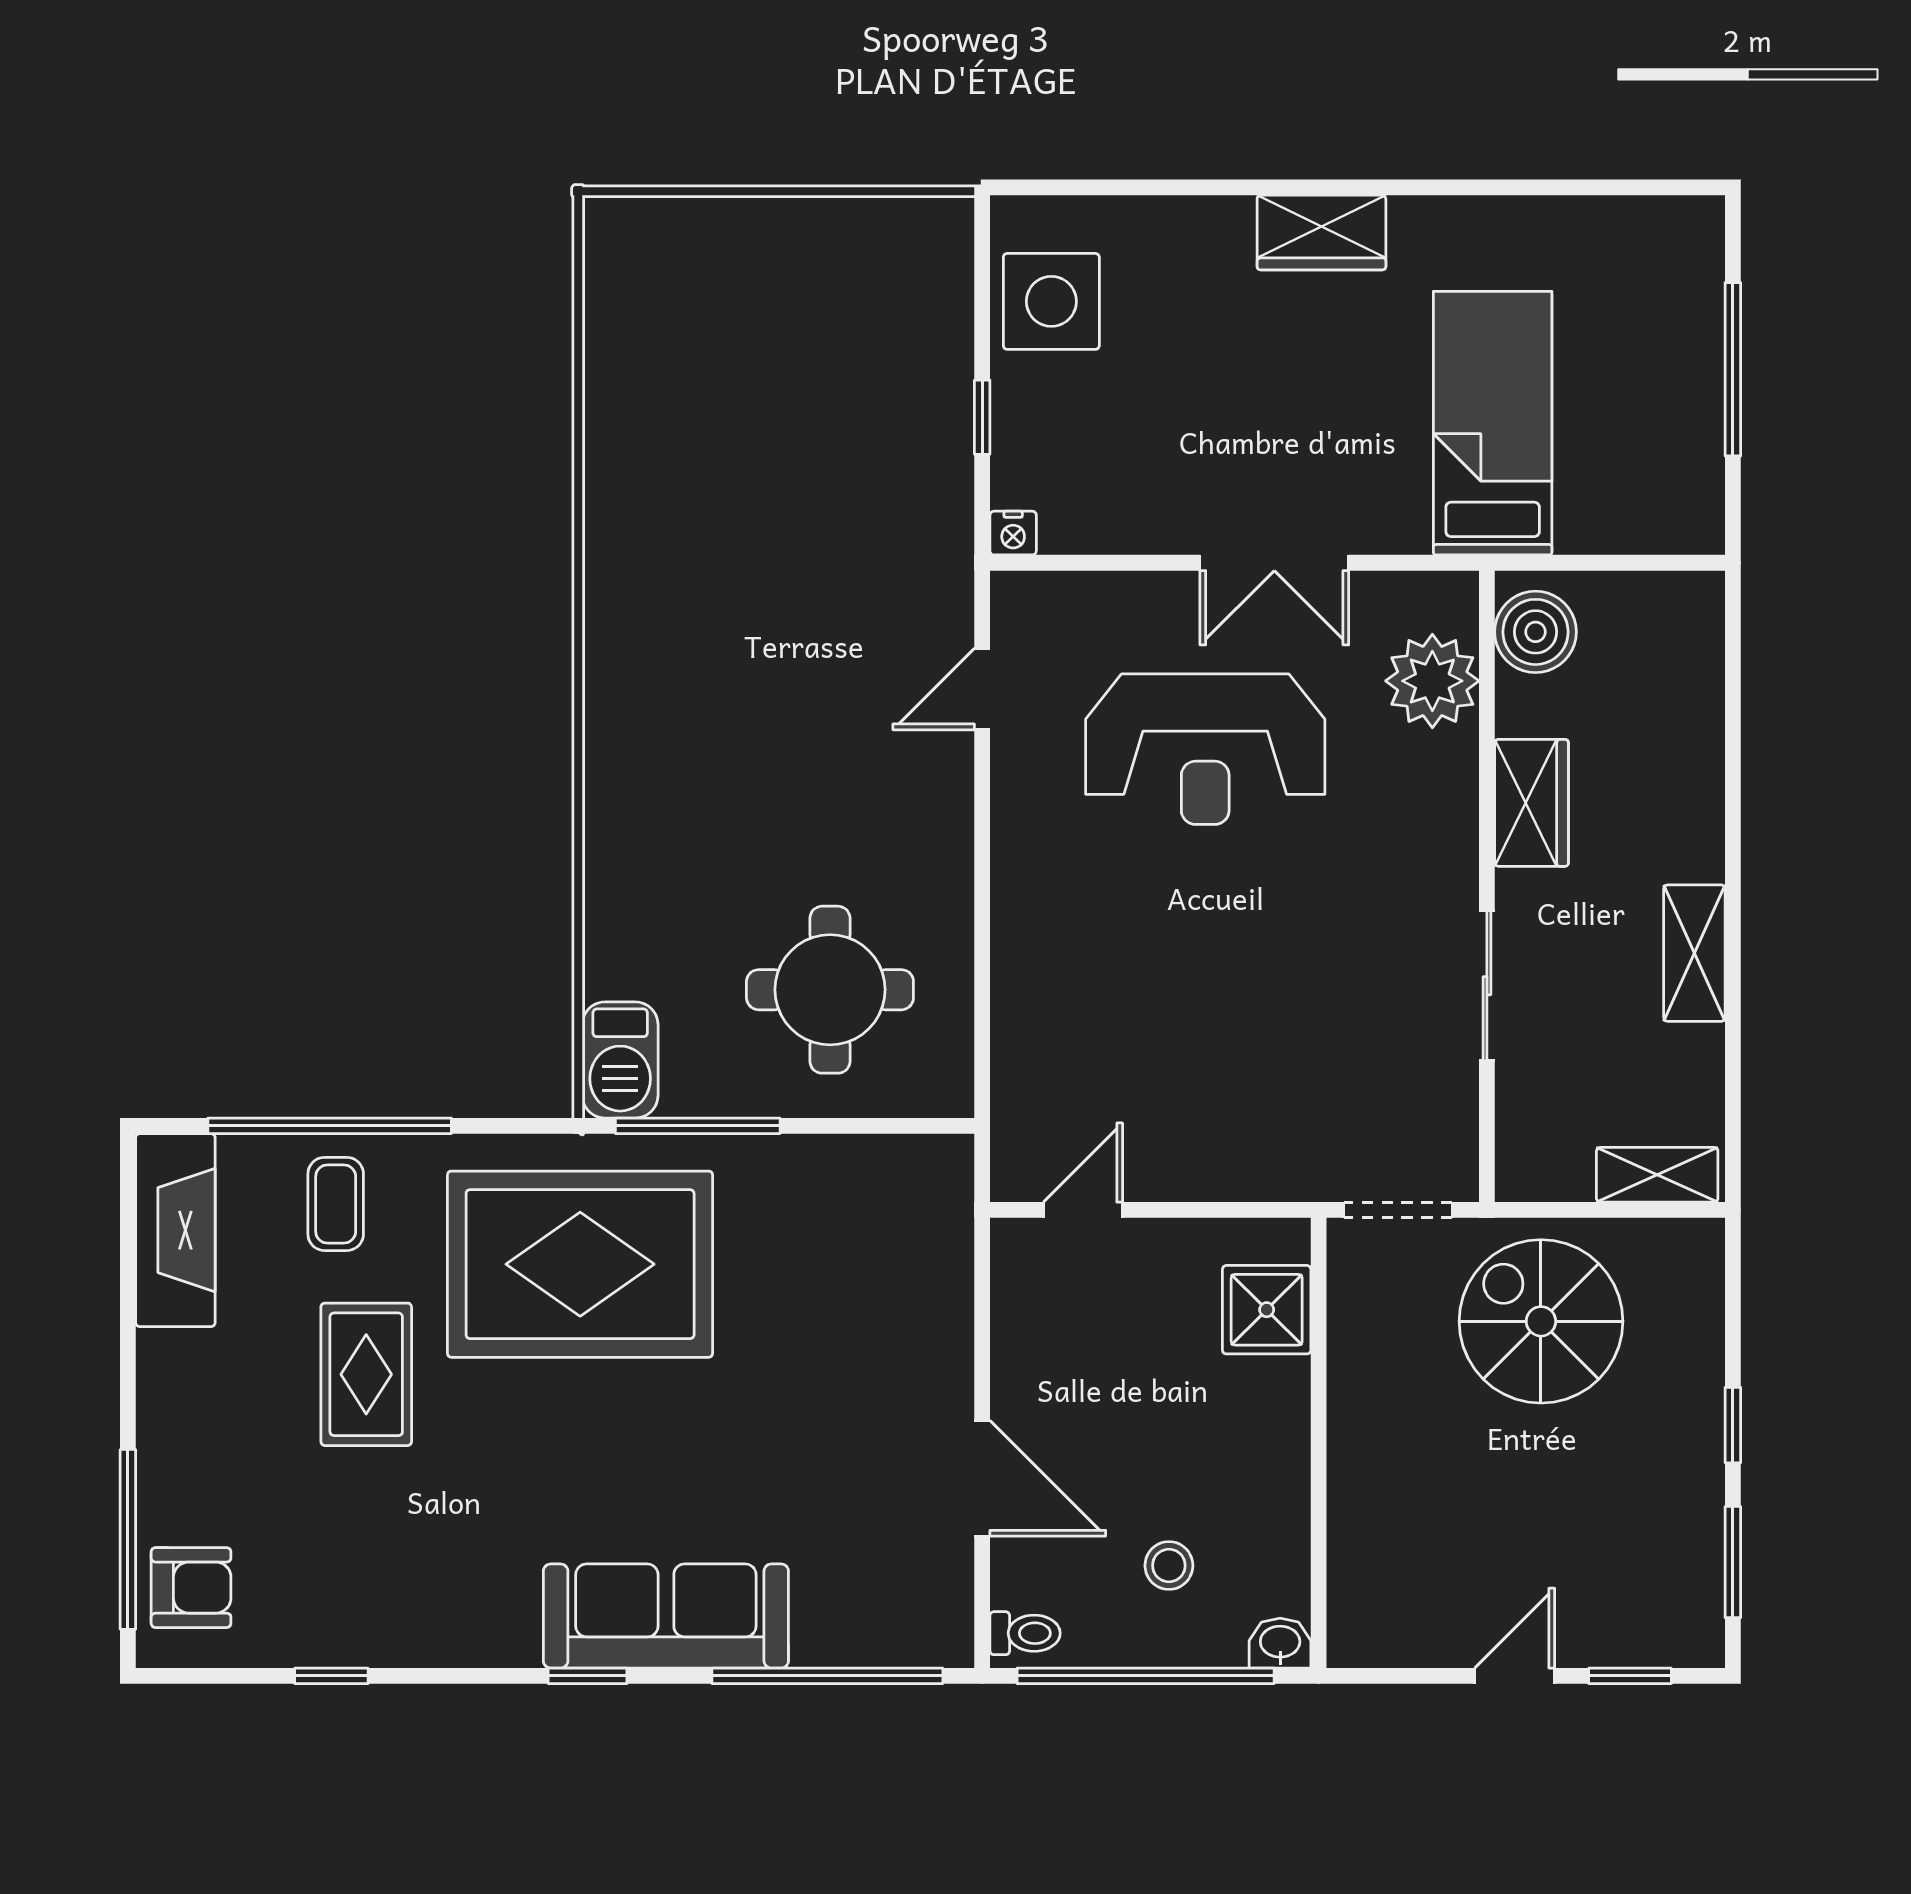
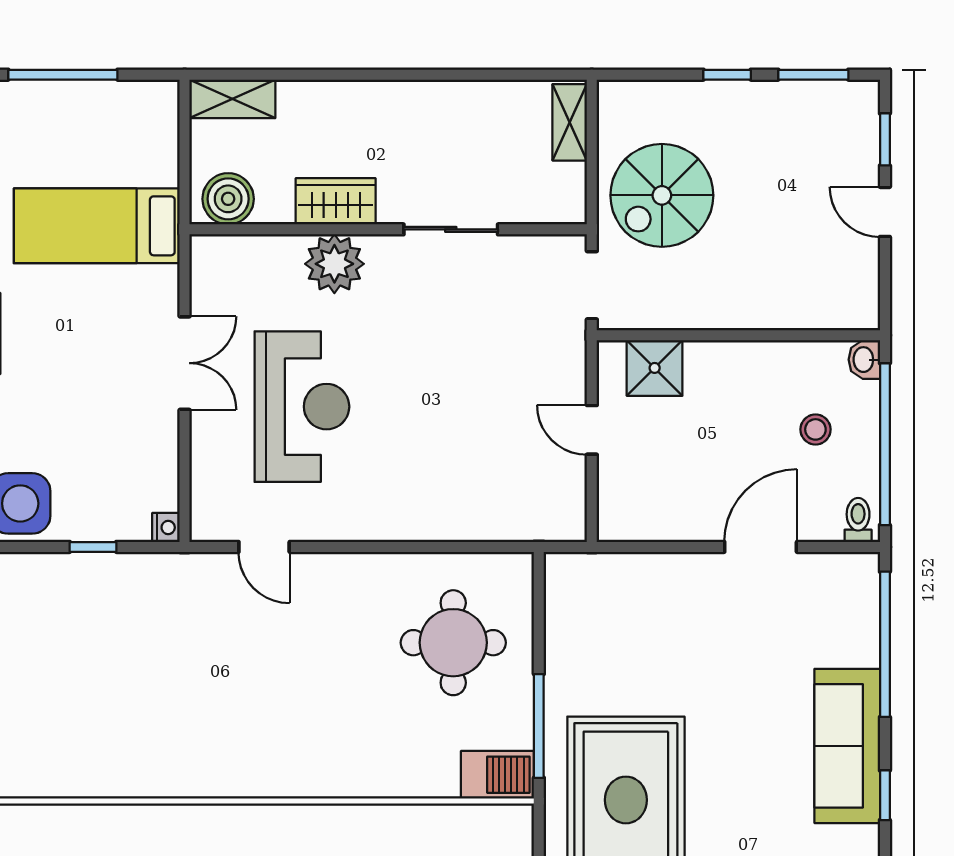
plant: (1432, 681) -> (334, 264), moved
shelving: (1694, 953) -> (232, 99), moved
door: (1083, 1210) -> (592, 430), moved

